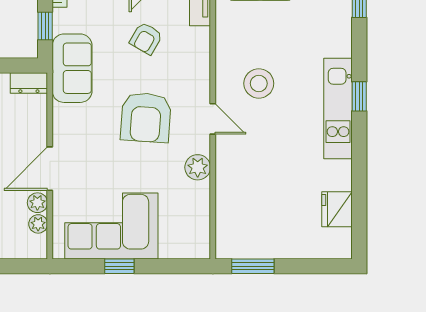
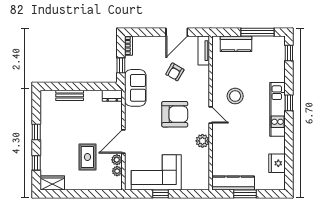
armchair: (146, 117) -> (175, 114), turned -94
kitchen counter: (255, 246) -> (233, 183), added
window: (253, 266) -> (245, 194), moved

